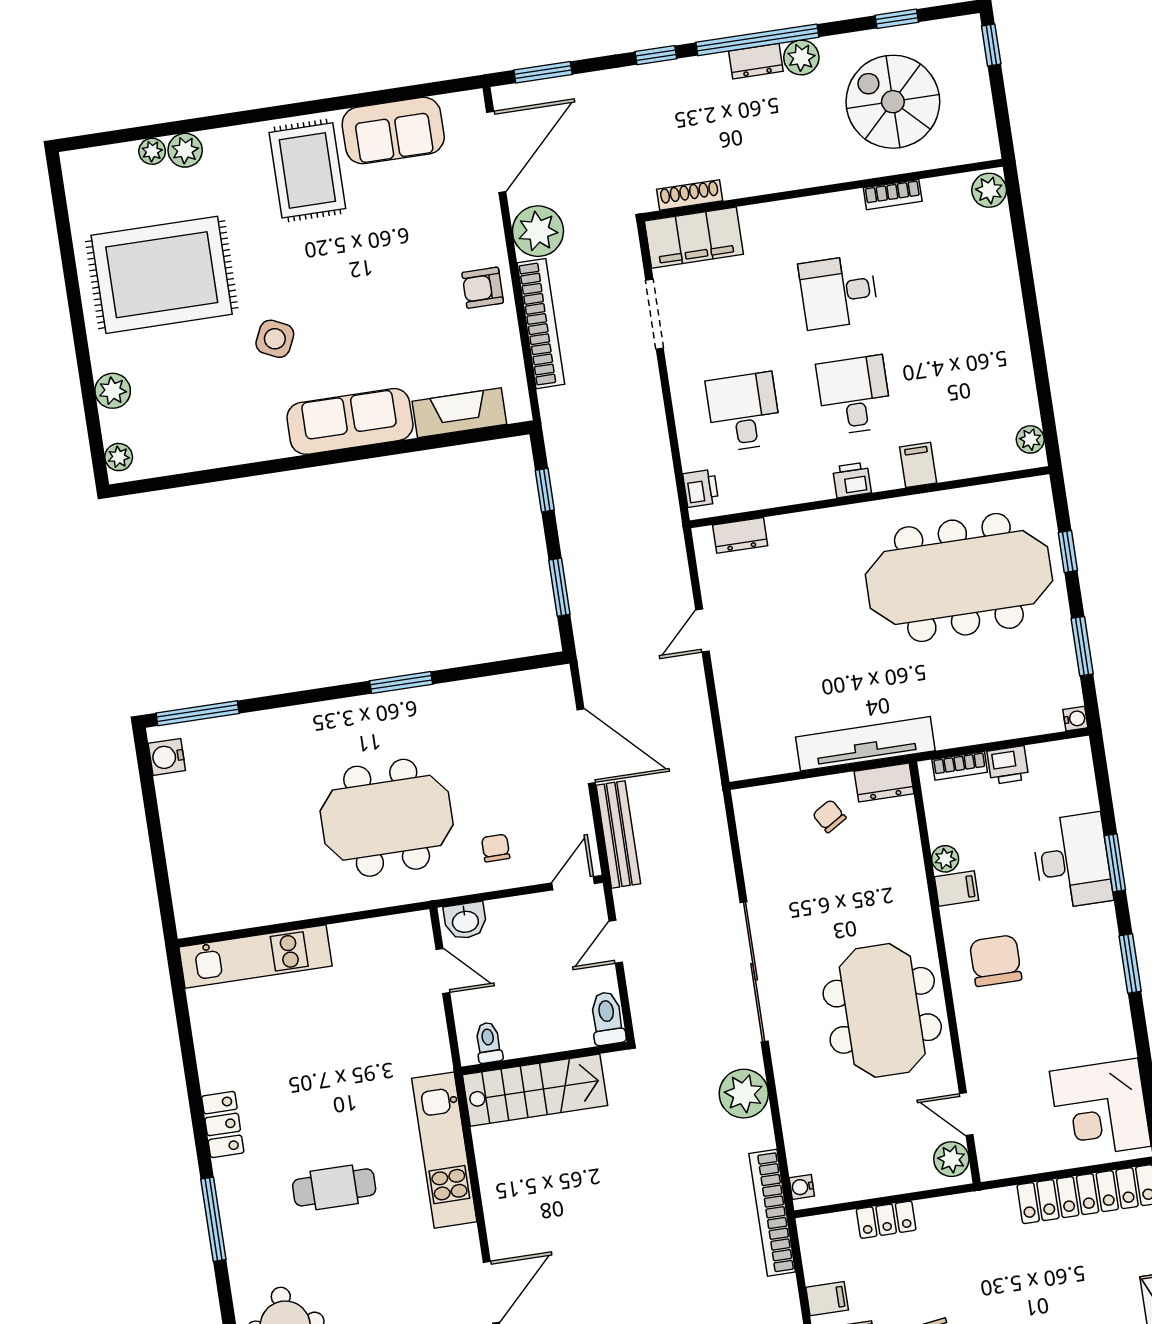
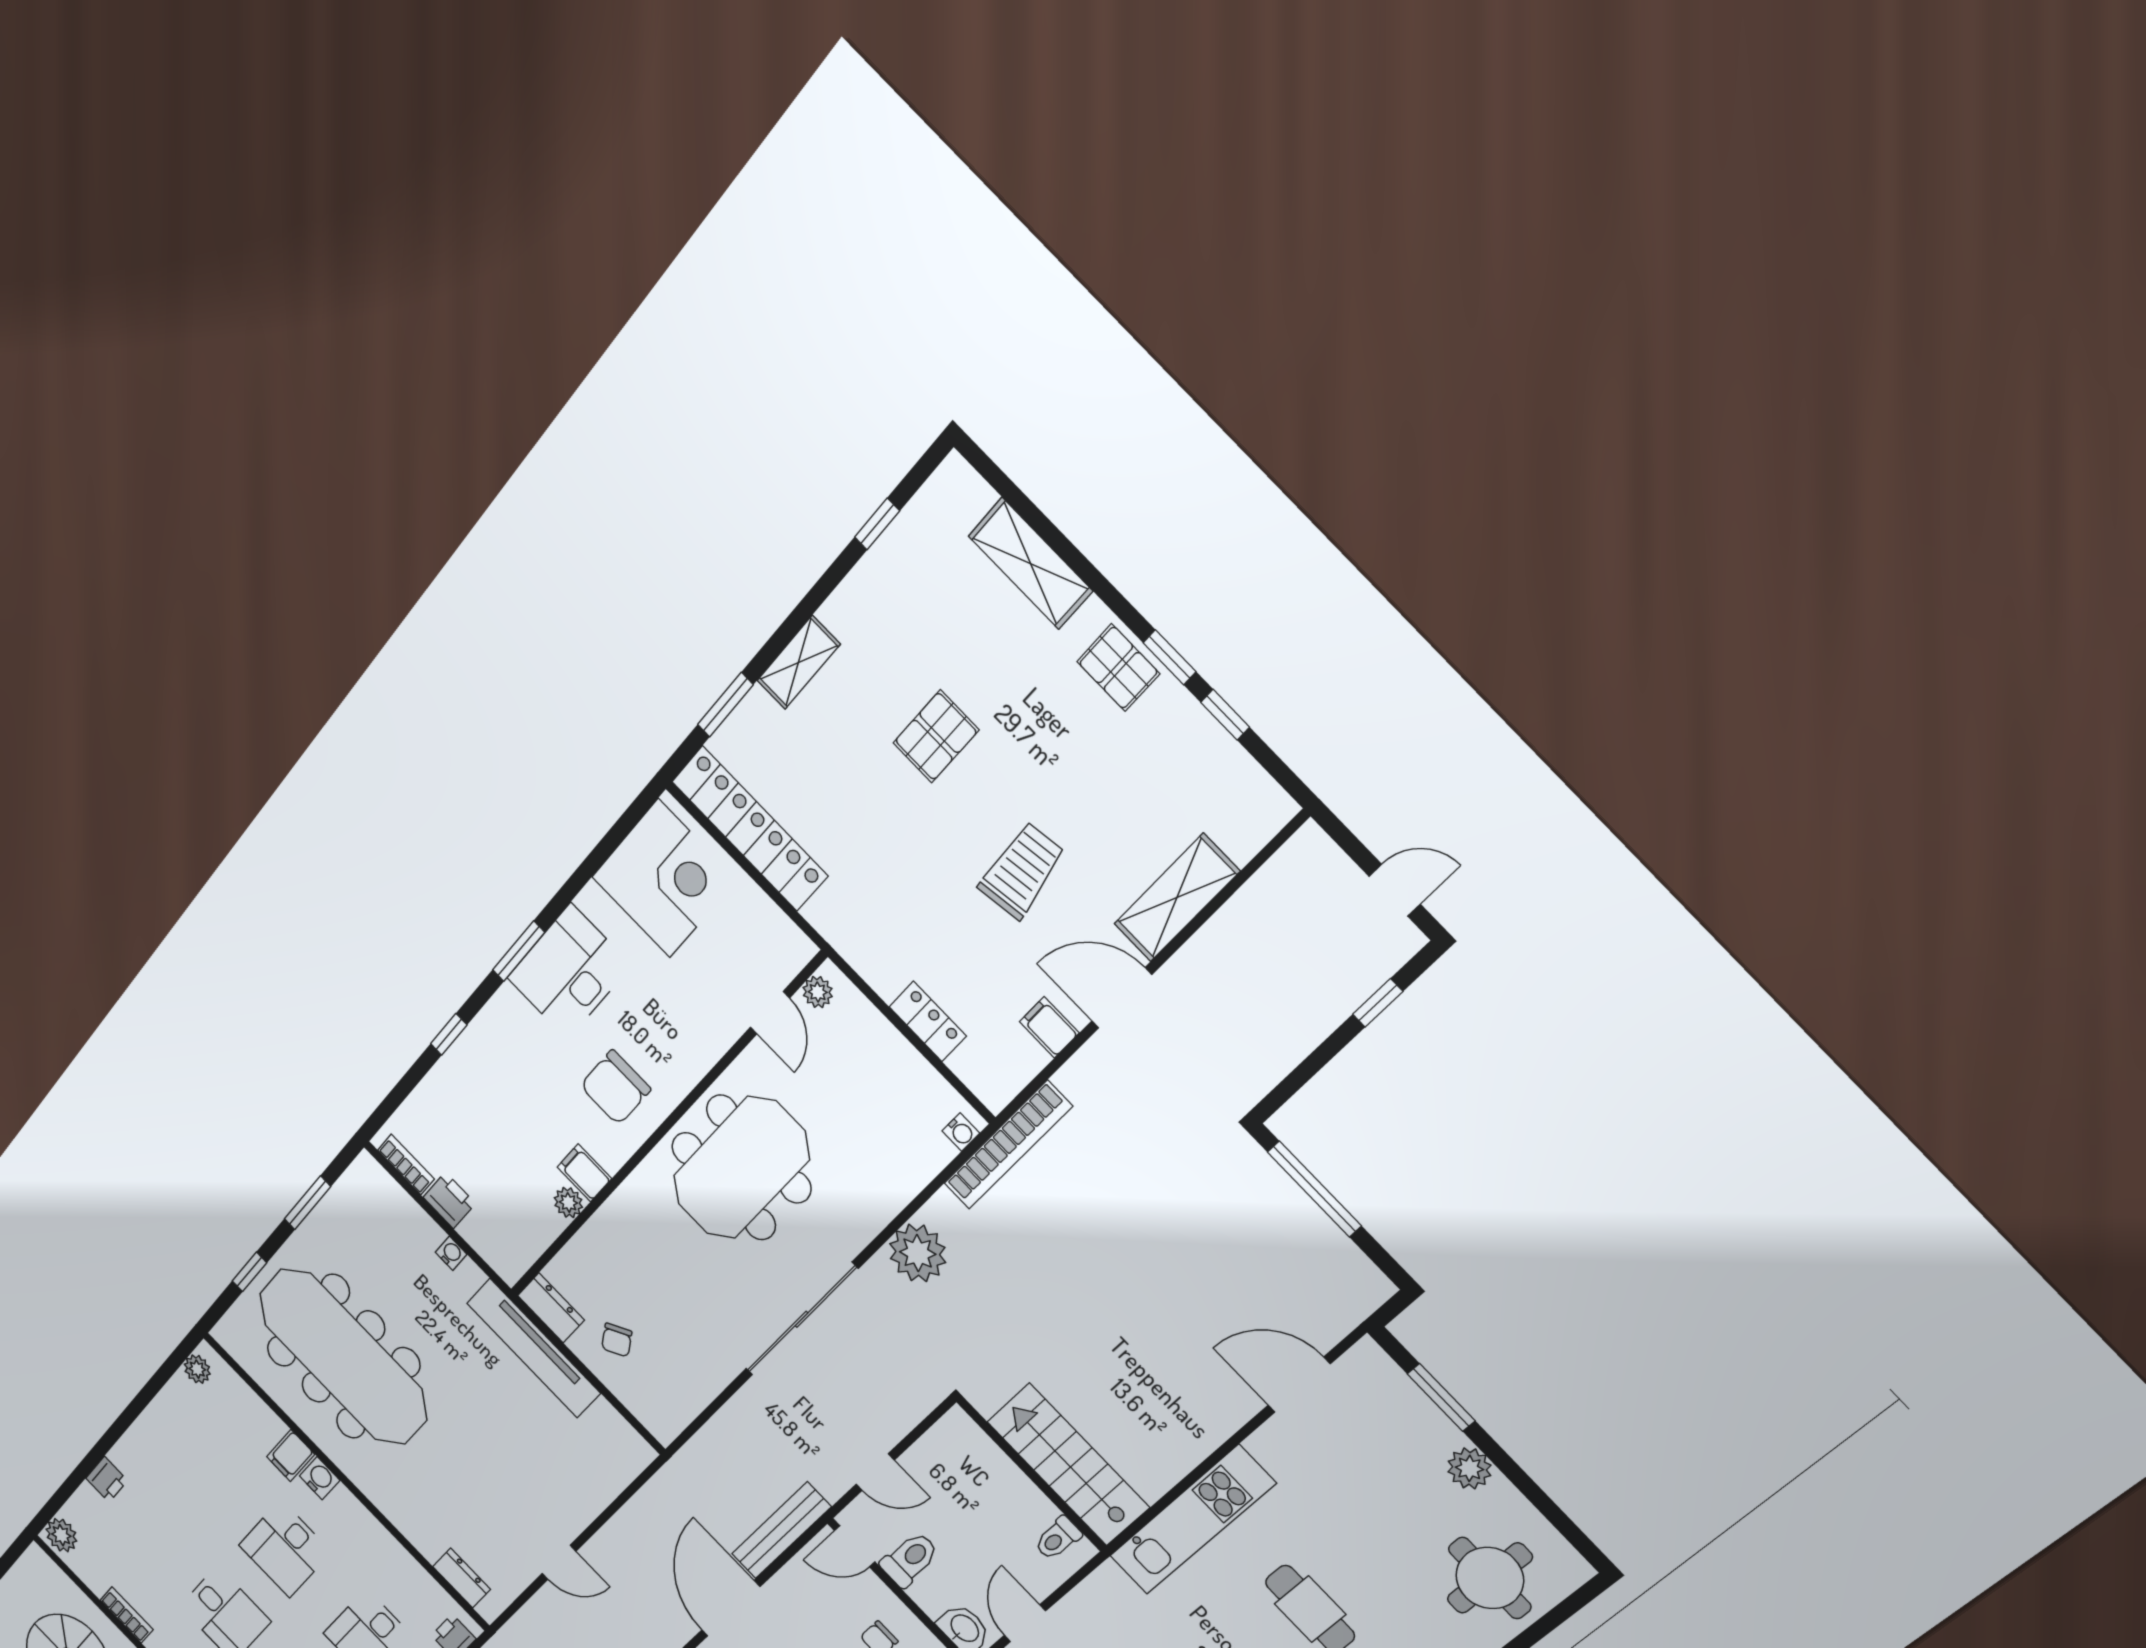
water cooler: (886, 476) -> (320, 1478), added
printer: (852, 480) -> (107, 1479), moved, turned -90
water cooler: (1075, 719) -> (451, 1253), moved, turned 90
bookcase: (960, 766) -> (406, 1165), moved
desk: (1072, 861) -> (569, 972), moved
window: (1115, 863) -> (449, 1034), width x0.67
toilet: (607, 1018) -> (910, 1559), moved, turned 180
plant: (951, 1159) -> (818, 992), width x0.73, depth x0.73

